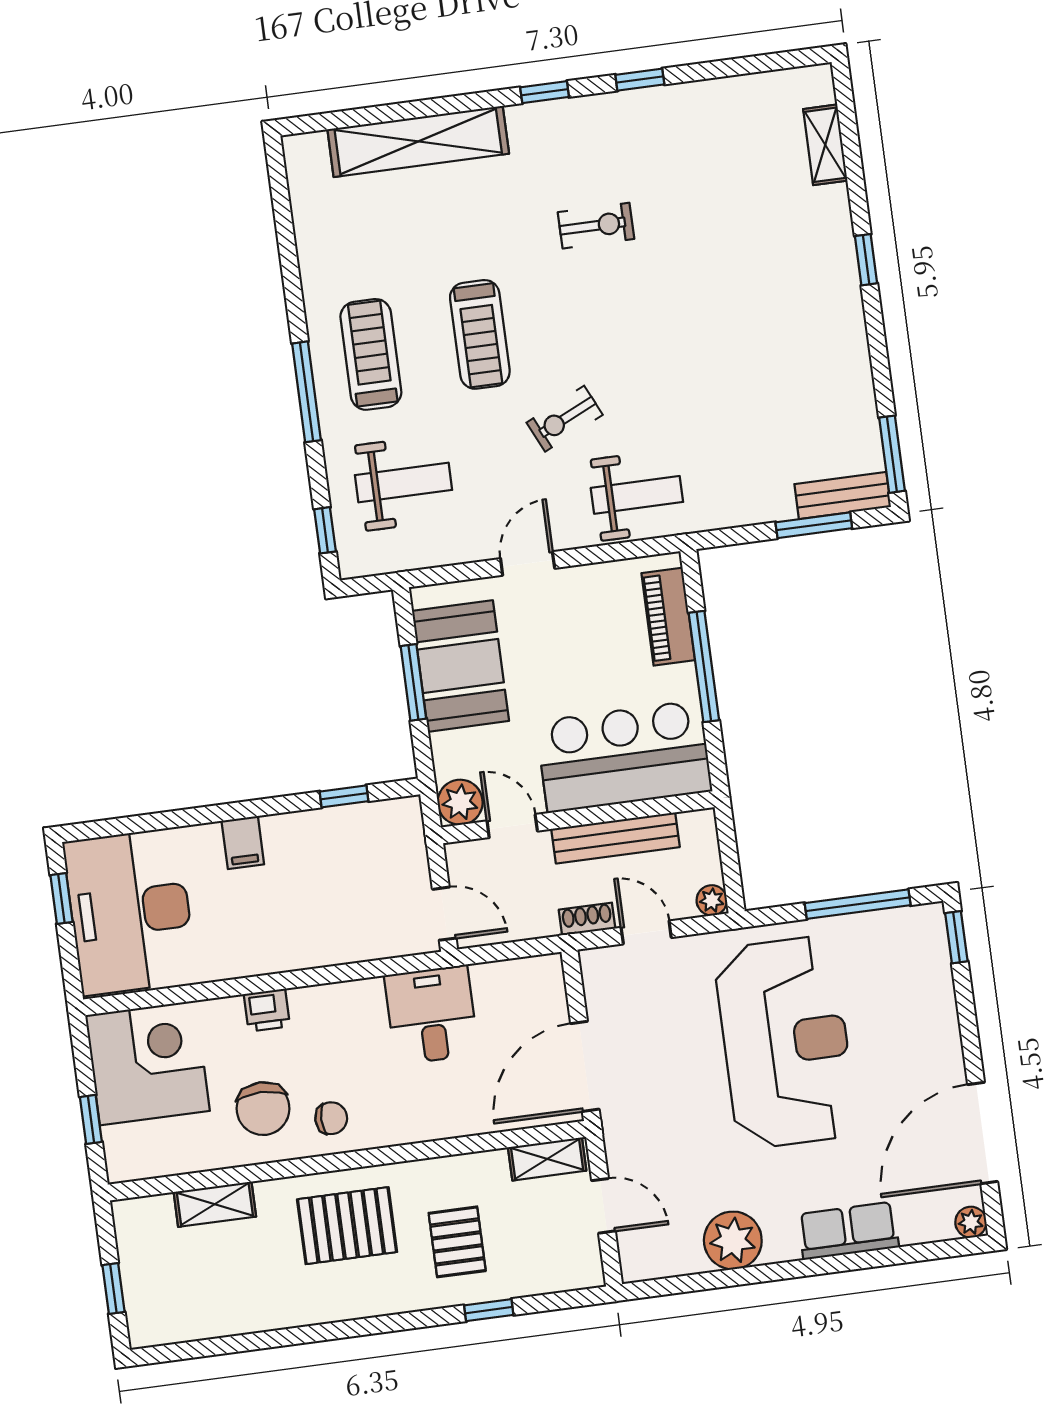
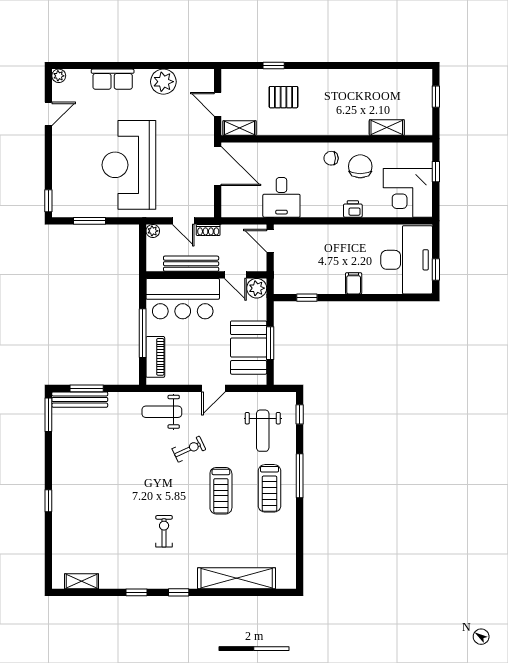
shelving: (825, 145) -> (82, 581), moved, turned 90
exercise bike: (596, 226) -> (164, 531), turned 90
treadmill: (480, 334) -> (221, 491), turned 180
weight bench: (404, 483) -> (263, 431), turned -90
bench: (843, 496) -> (80, 400), width x1.36
window: (858, 904) -> (90, 221), width x0.69
door: (585, 1066) -> (218, 166), hinge flipped
door: (983, 1133) -> (48, 114), width x0.53
pallet: (347, 1226) -> (330, 111), removed
pallet: (457, 1242) -> (283, 97), turned 90

